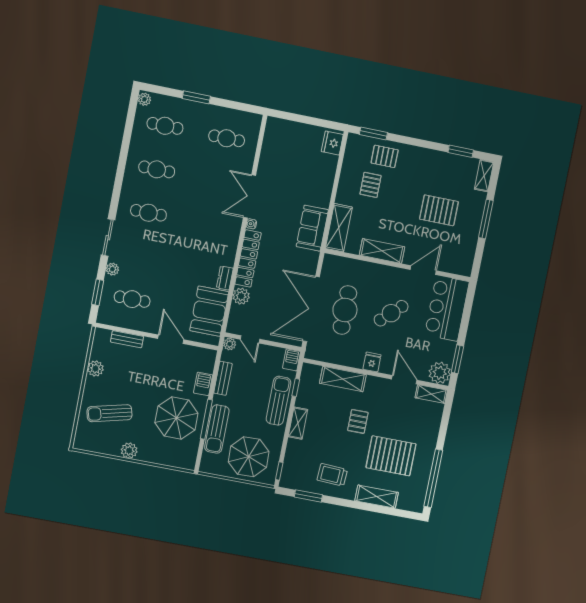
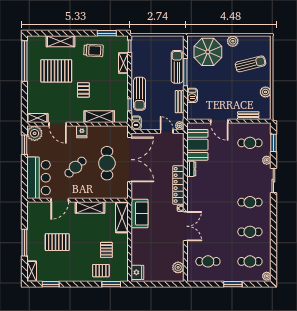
plant: (241, 296) -> (178, 267), moved
parasol: (176, 418) -> (208, 52), moved
shelving: (298, 423) -> (123, 63), moved
parasol: (249, 457) -> (152, 52), removed

